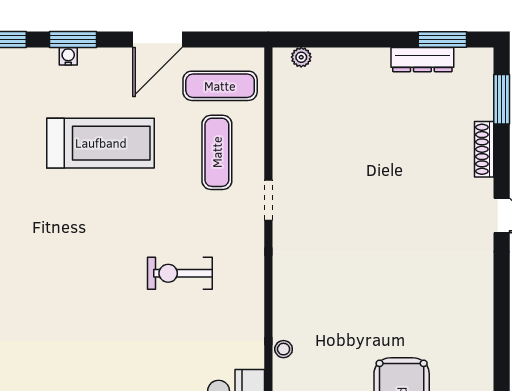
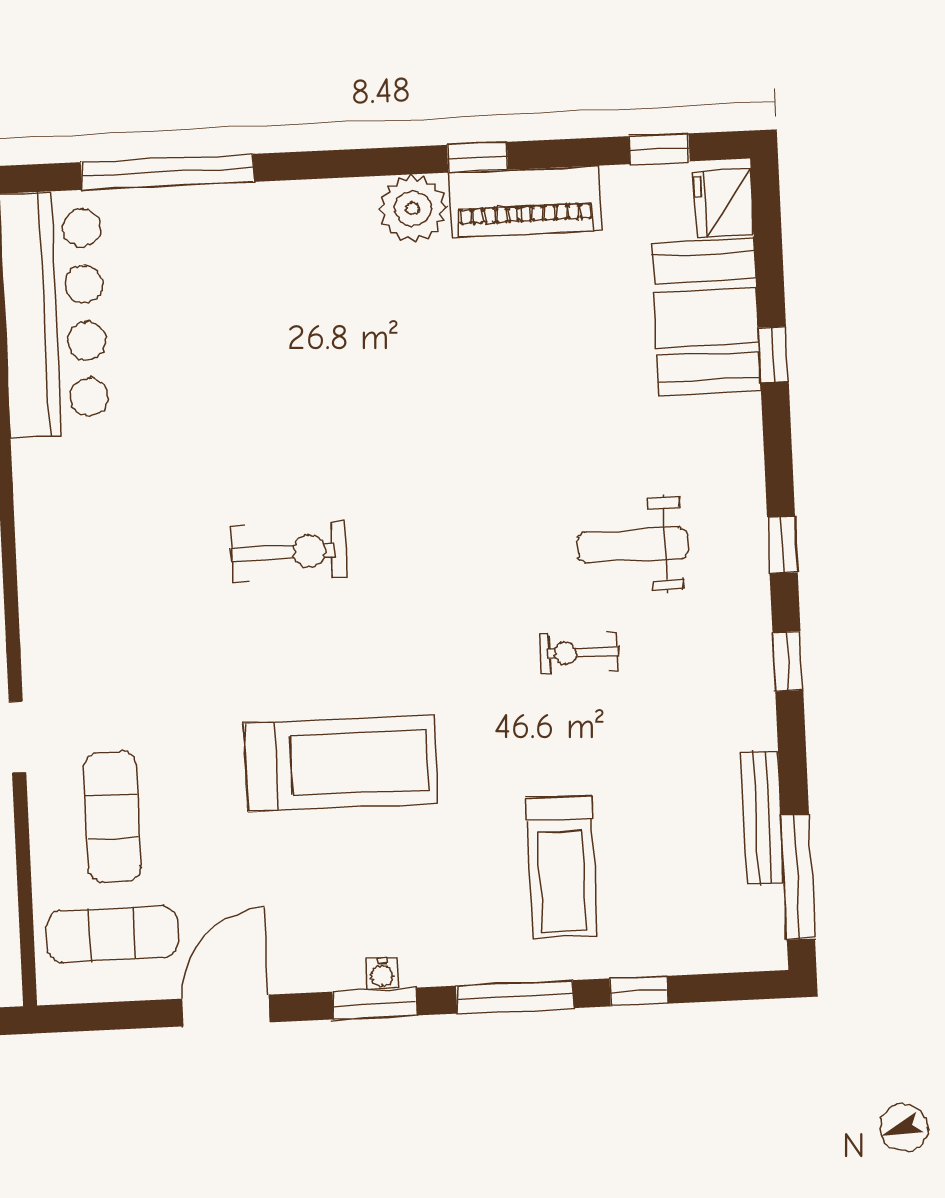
treadmill: (101, 143) -> (340, 763), moved, turned 180
exercise bike: (180, 273) -> (289, 552), moved

